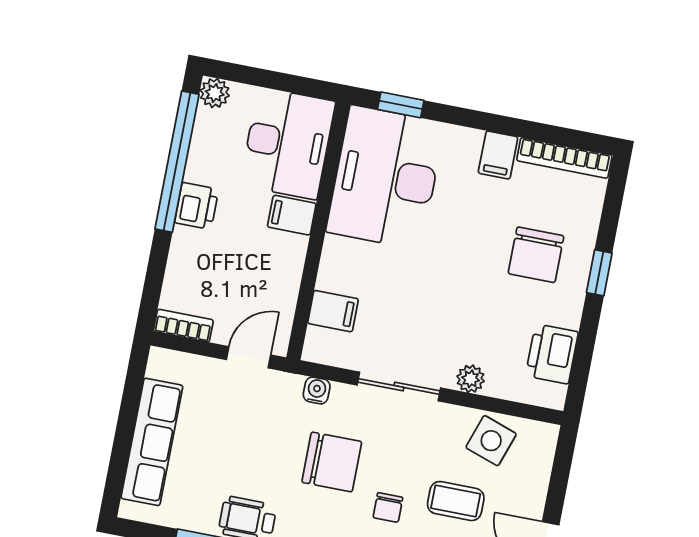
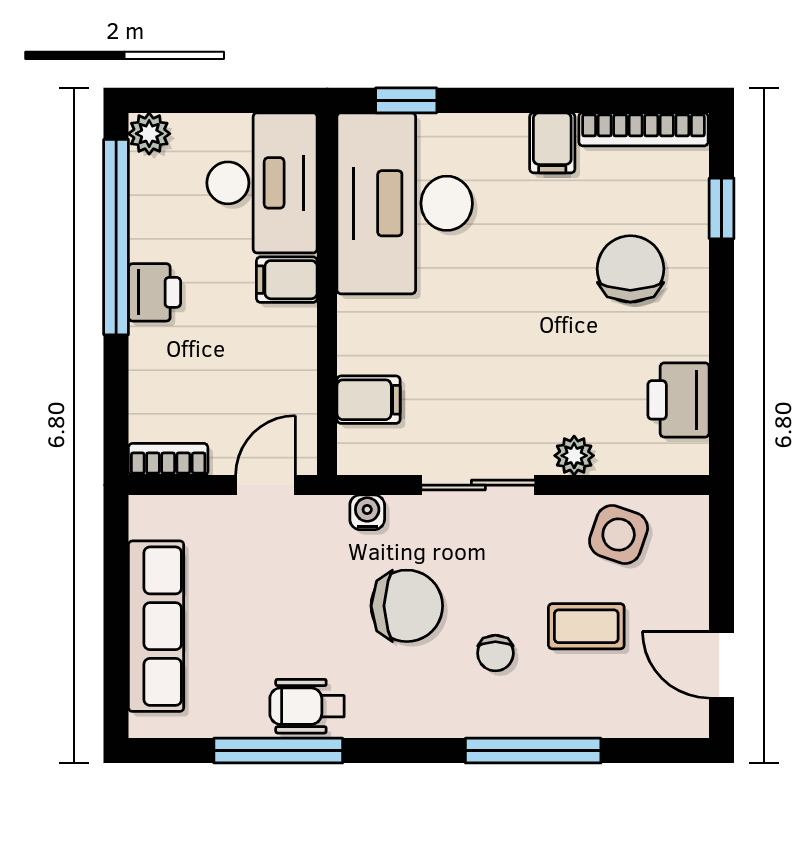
chair: (536, 255) -> (630, 269), turned 180
window: (599, 273) -> (722, 208), moved

